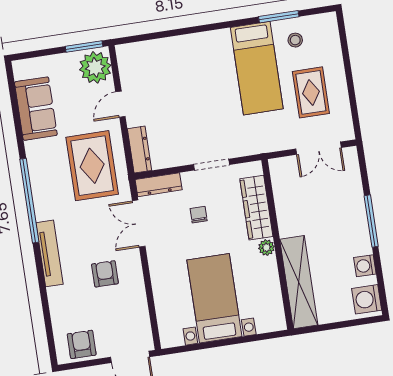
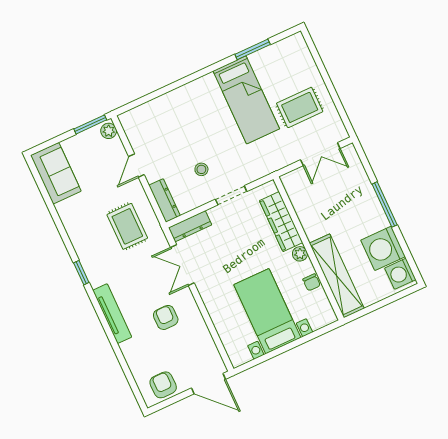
stool: (295, 40) -> (201, 169), moved
plant: (95, 67) -> (109, 131), width x0.53, depth x0.53
rug: (311, 92) -> (300, 107), turned 90
sofa: (36, 109) -> (56, 173), moved
rug: (92, 166) -> (127, 226), width x0.73, depth x0.70
window: (29, 201) -> (81, 273), width x0.32
chair: (199, 215) -> (312, 282), moved, turned 180
washing machine: (365, 266) -> (383, 248), width x1.89, depth x1.89

